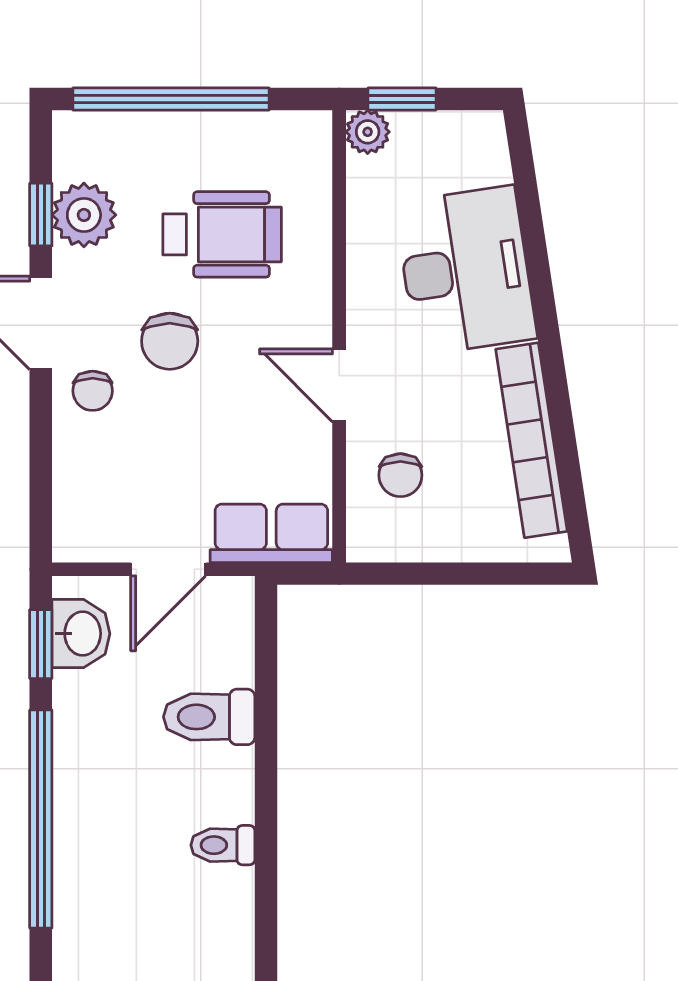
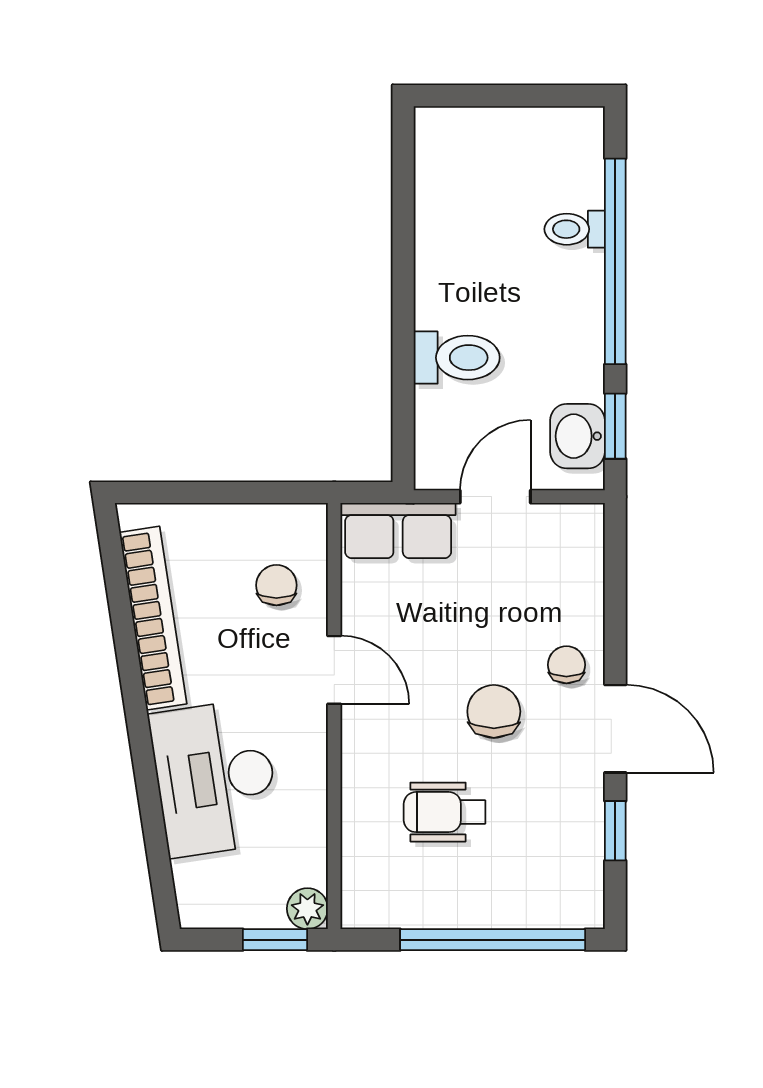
plant: (84, 215) -> (575, 830), removed
wheelchair: (222, 234) -> (445, 812), width x0.73, depth x0.73
toilet: (223, 845) -> (575, 229), moved, turned 180

